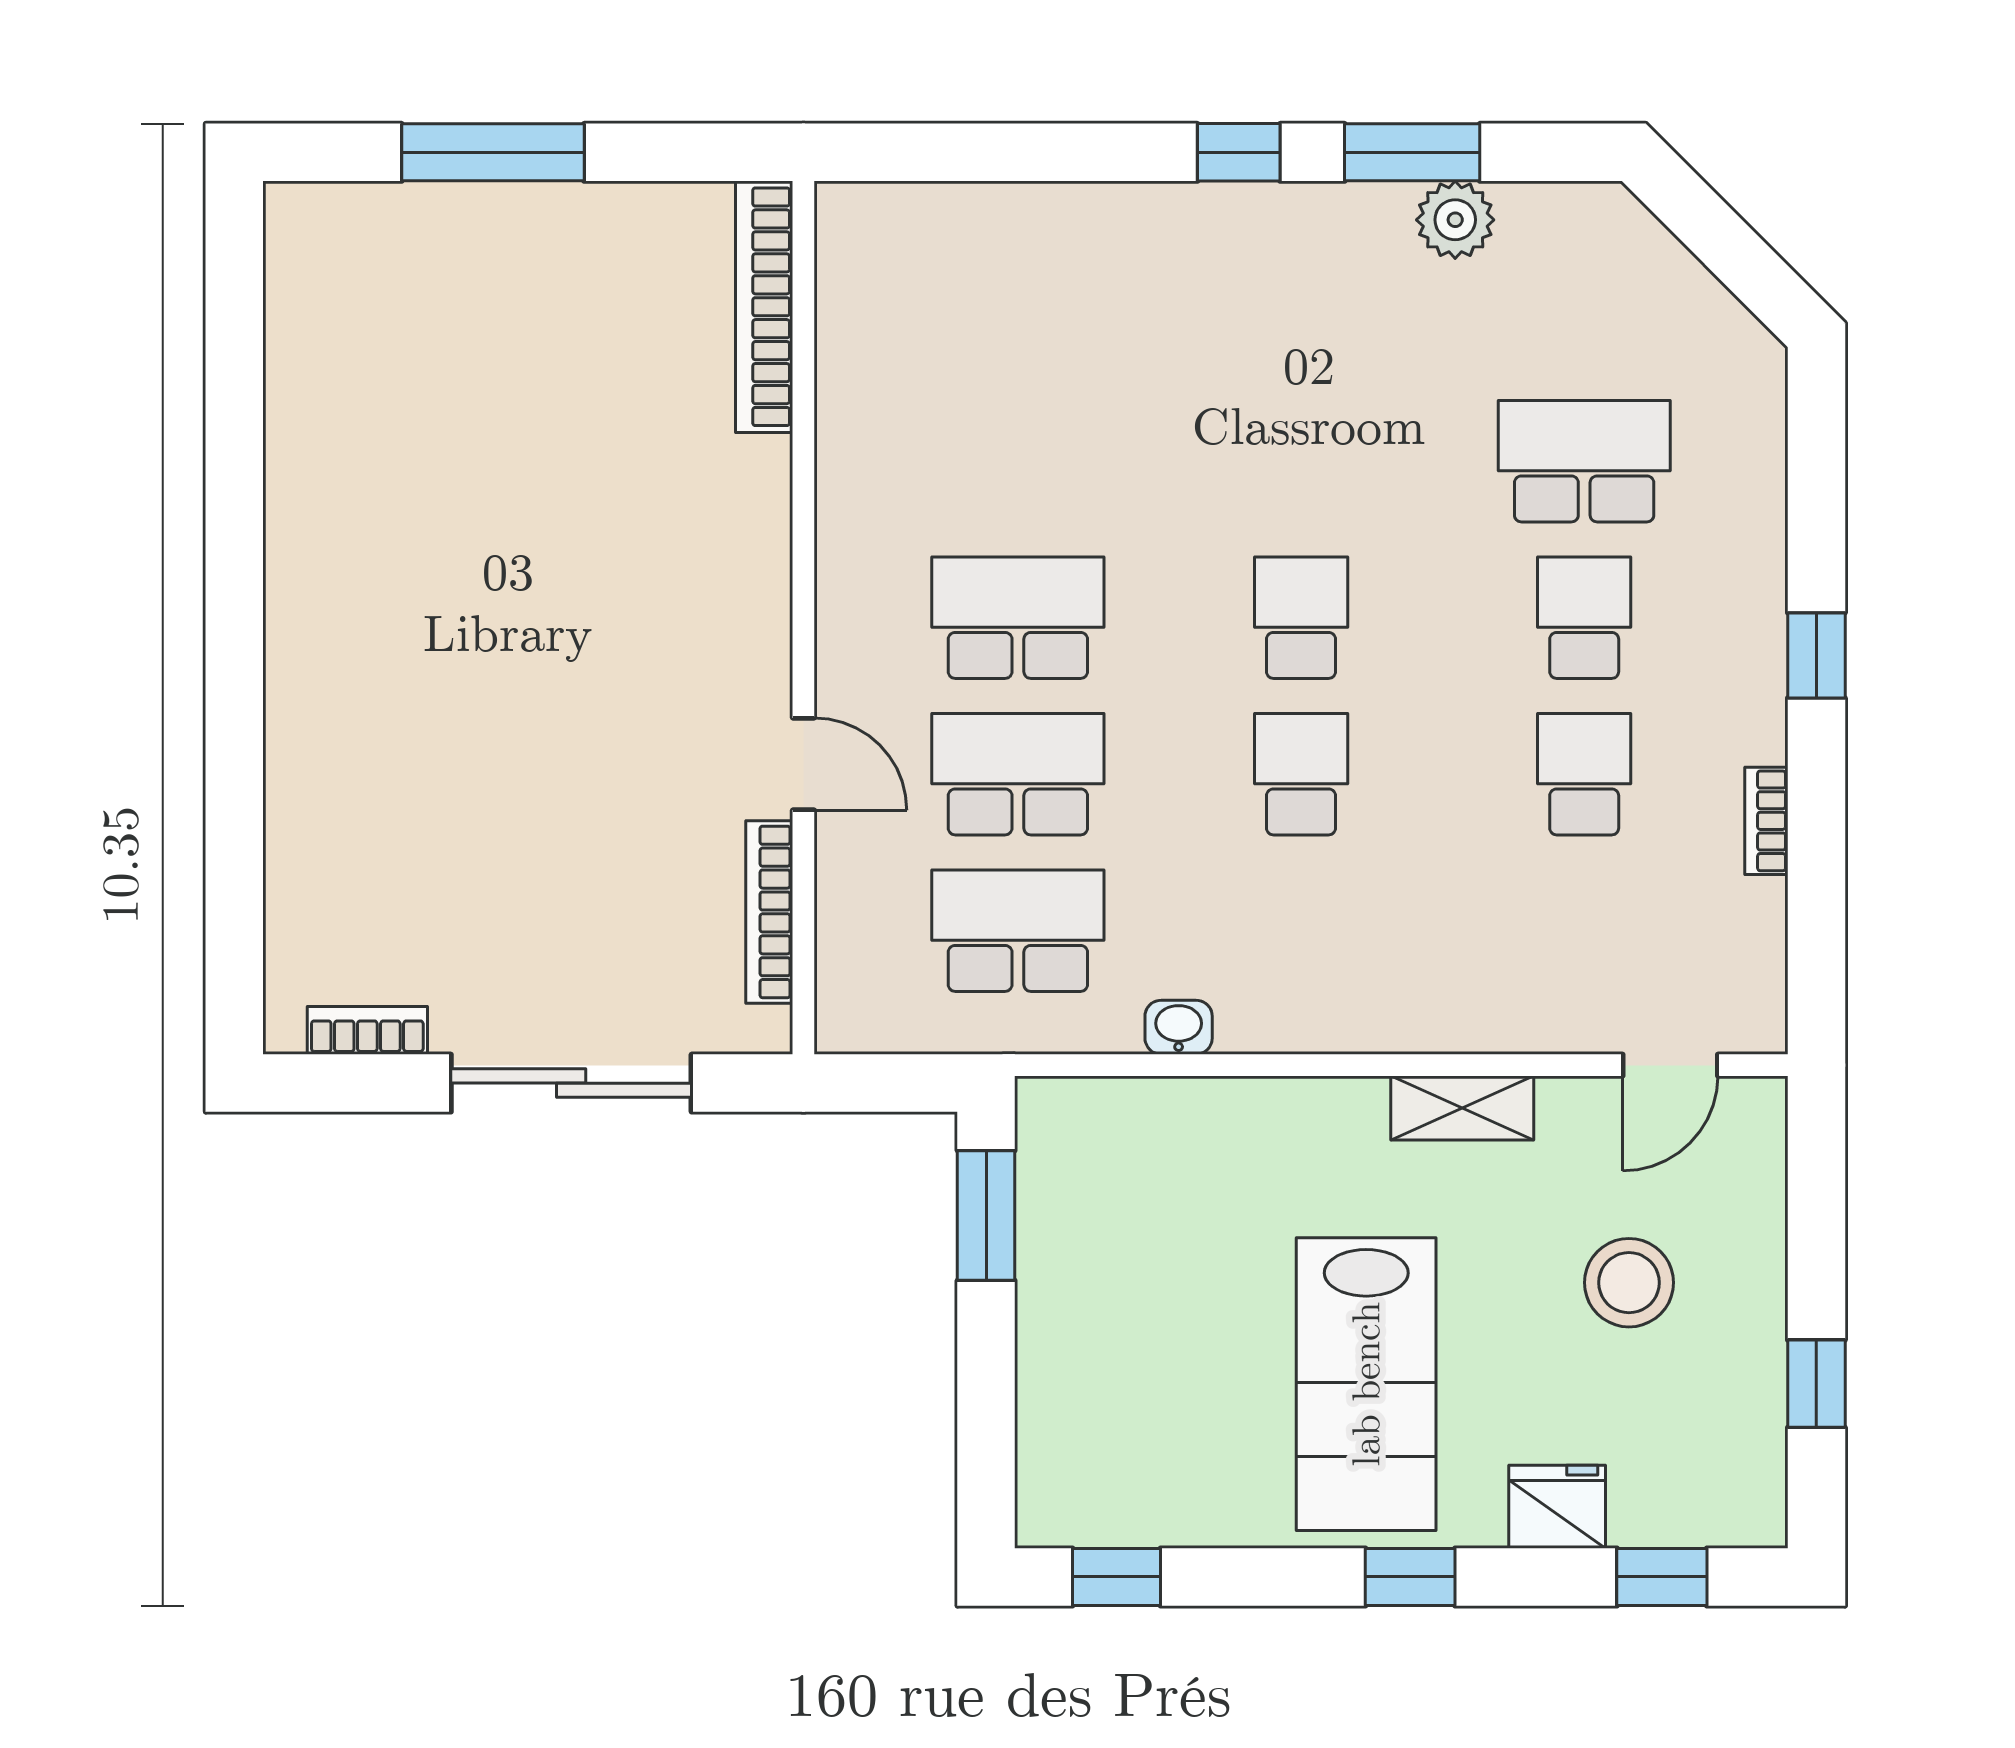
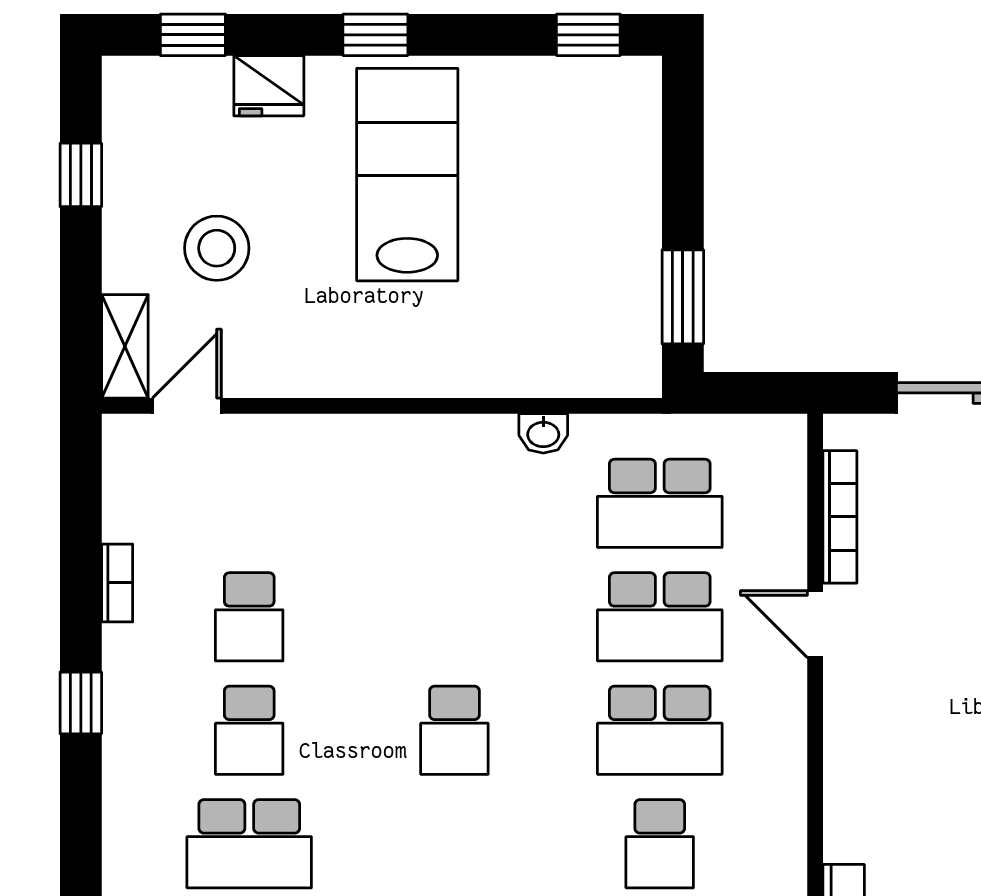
school desk: (1301, 774) -> (660, 844), moved
shelving: (1462, 1108) -> (125, 346), moved, turned 90

